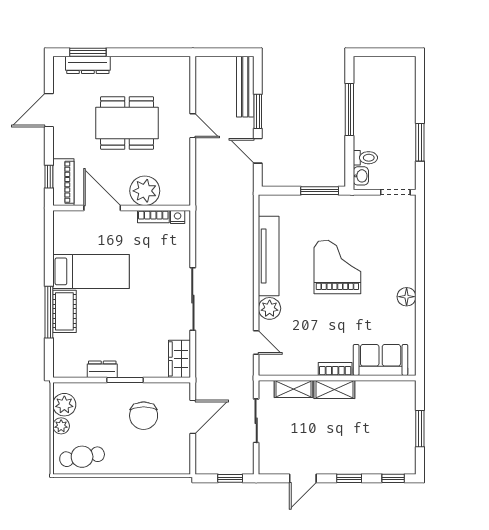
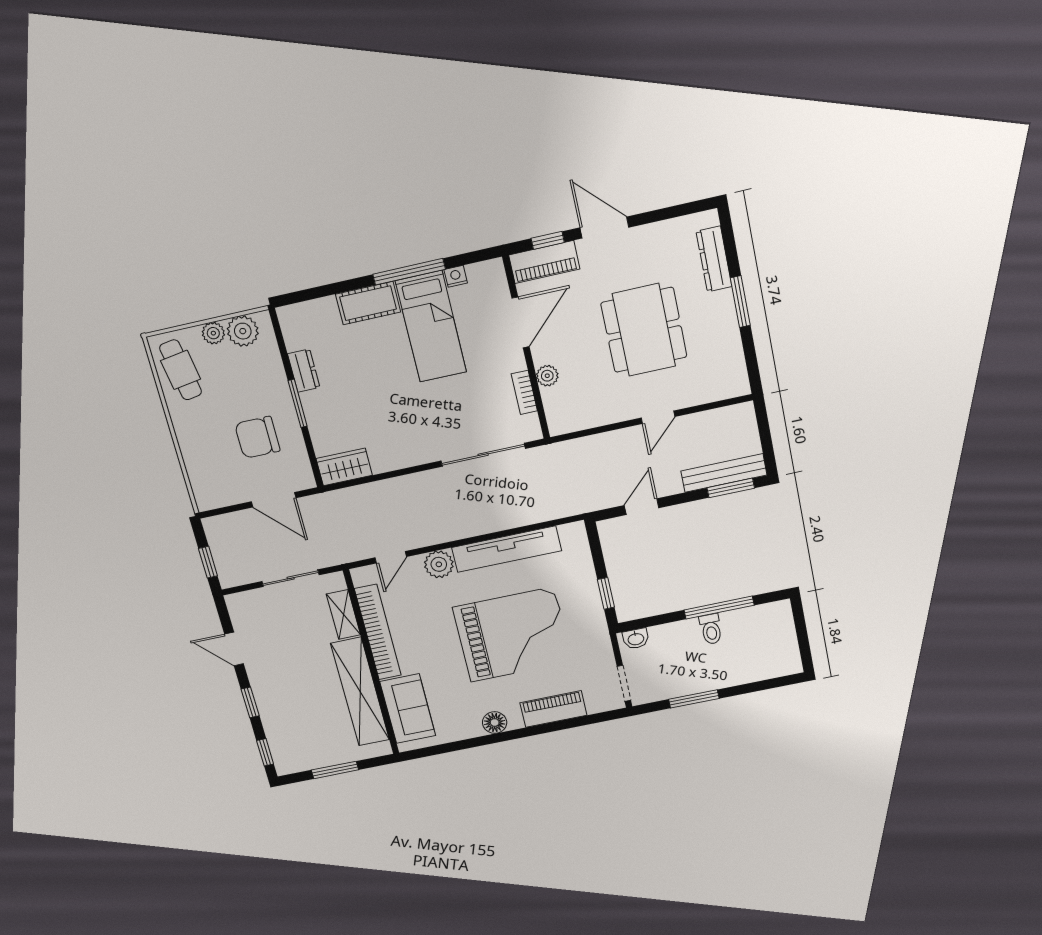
window: (88, 52) -> (740, 302), moved
door: (49, 110) -> (604, 228), moved
window: (258, 111) -> (731, 488), moved
toilet: (365, 158) -> (711, 629), moved
plant: (145, 191) -> (547, 376), width x0.53, depth x0.53
window: (320, 191) -> (606, 593), width x0.67
nightstand: (178, 217) -> (456, 276), moved, turned -90
piano: (405, 250) -> (553, 709), added
grand piano: (337, 267) -> (512, 635), width x1.37, depth x1.48
sliding door: (193, 299) -> (483, 455), moved
window: (49, 312) -> (409, 272), moved
bookcase: (335, 369) -> (378, 632), width x2.31, depth x1.31
shelving: (334, 390) -> (360, 692), width x2.20, depth x1.33

